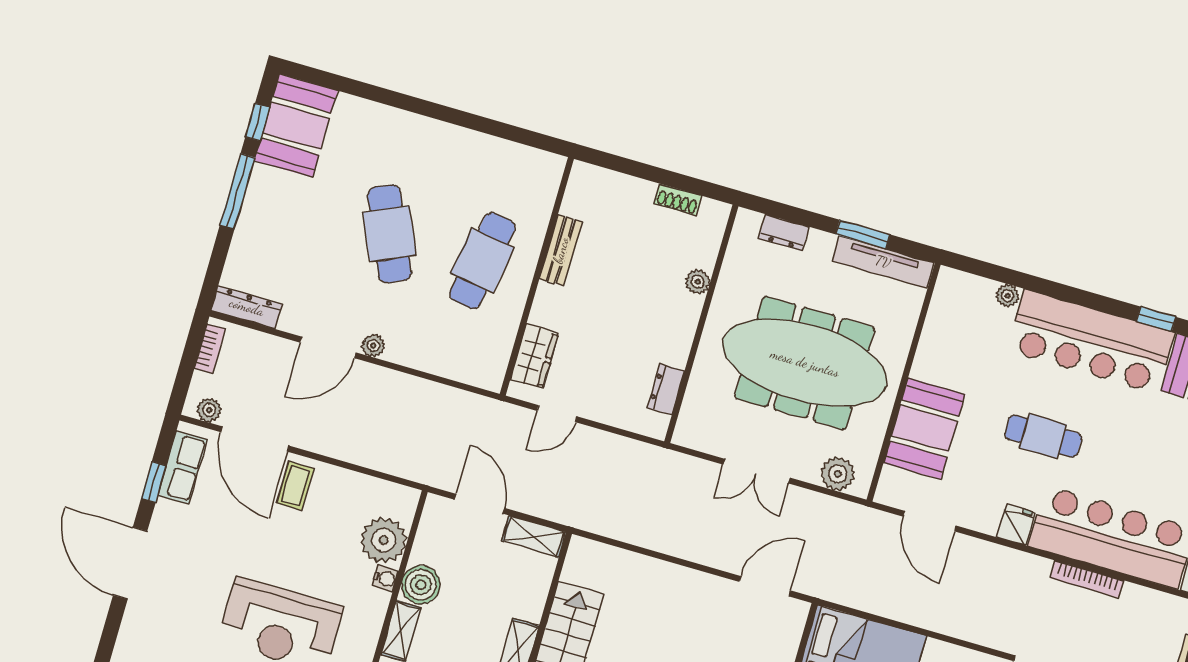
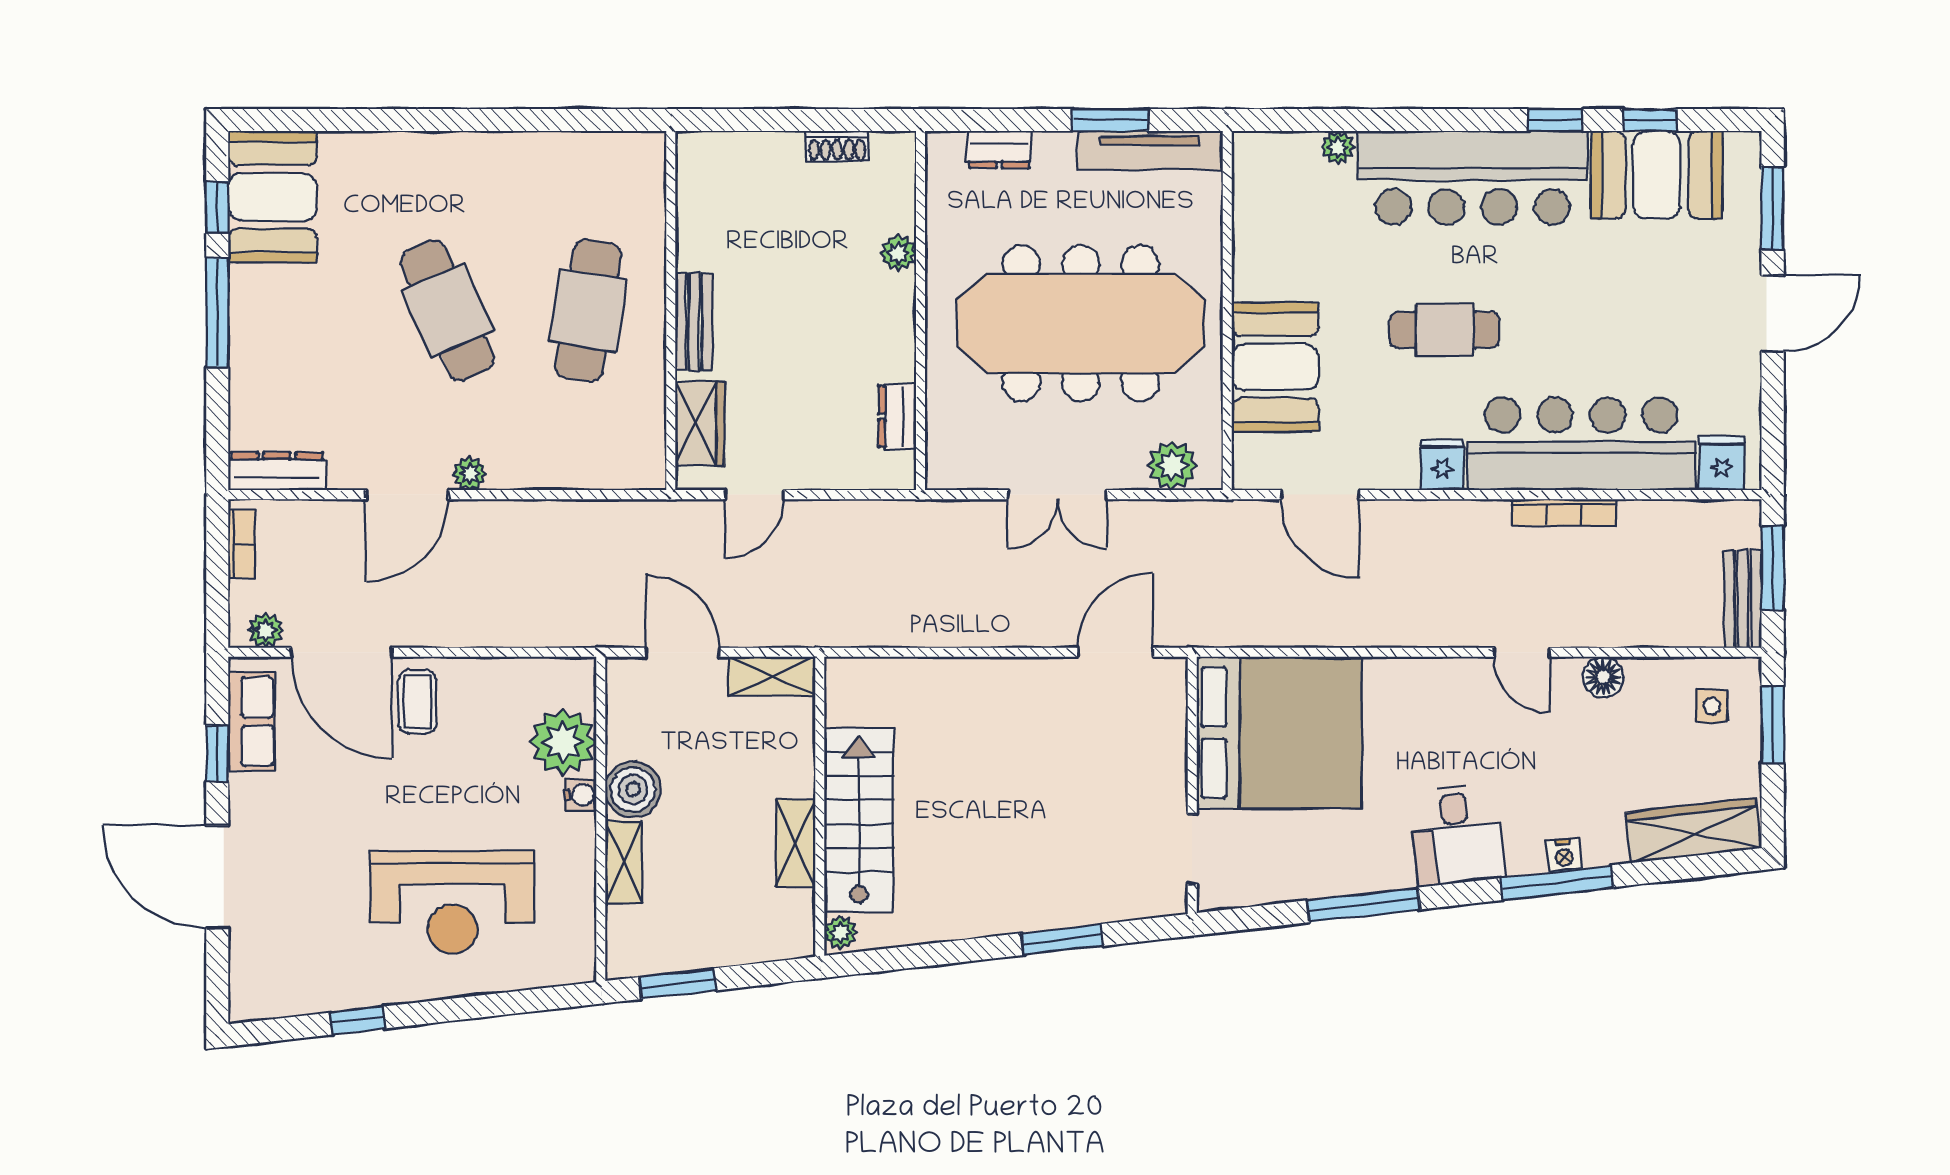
bench: (561, 250) -> (694, 322), moved

